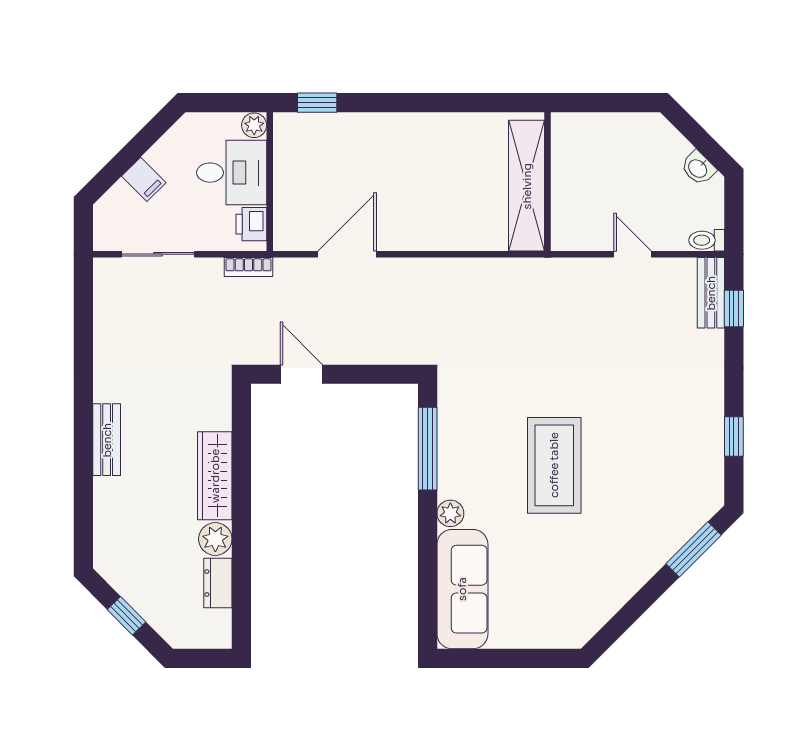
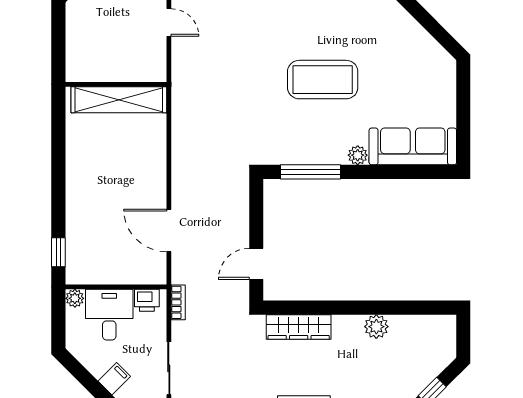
door: (633, 254) -> (169, 23), swing flipped
wardrobe: (215, 476) -> (299, 327), moved
dresser: (218, 583) -> (408, 325), removed

